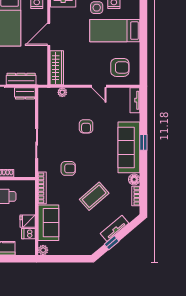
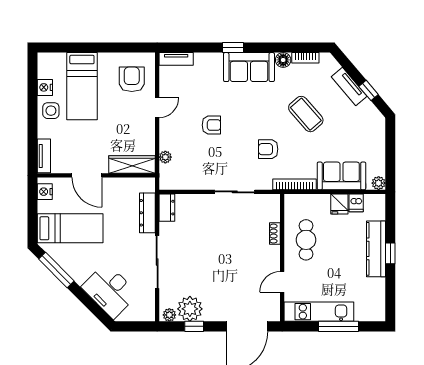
sofa: (129, 147) -> (249, 67), width x0.73
armchair: (68, 168) -> (268, 149), turned -90

